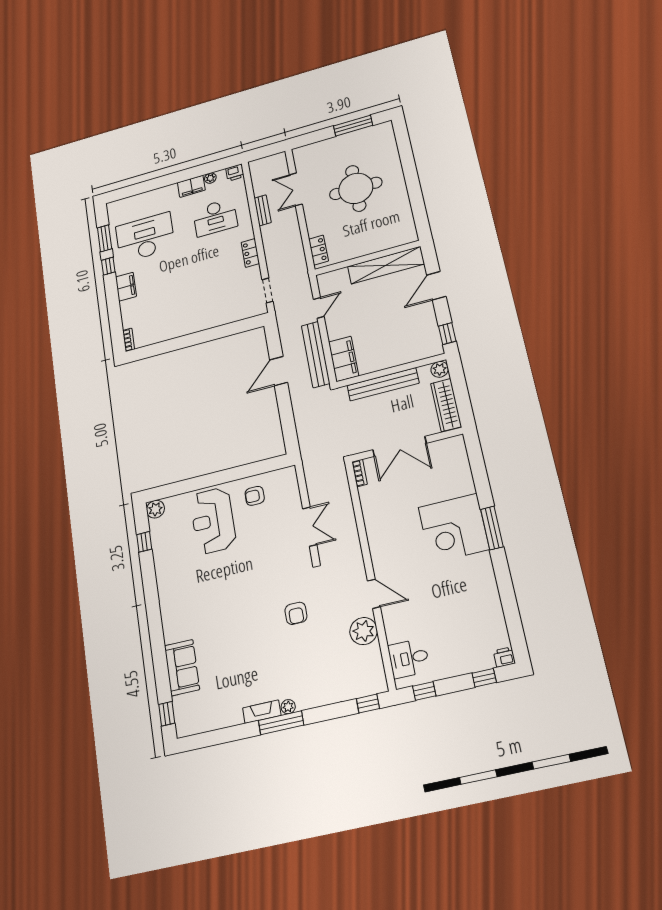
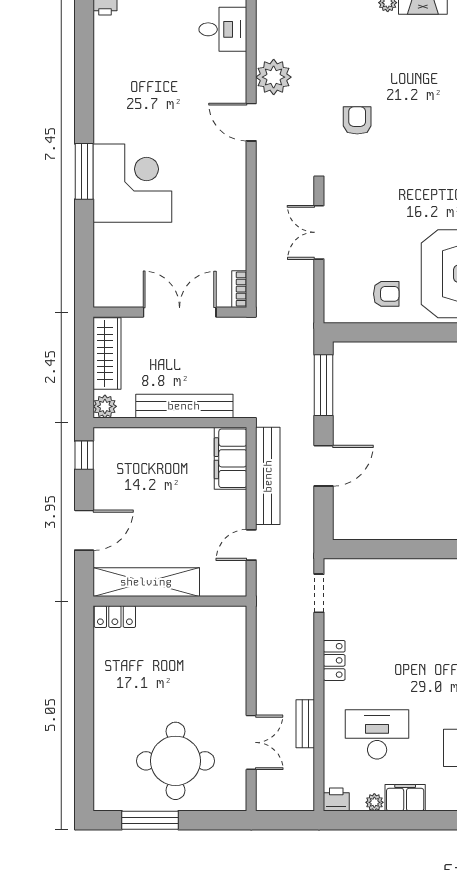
round table: (356, 188) -> (175, 761), moved
locker: (319, 250) -> (115, 617), moved, turned -90
window: (288, 423) -> (323, 385), added

